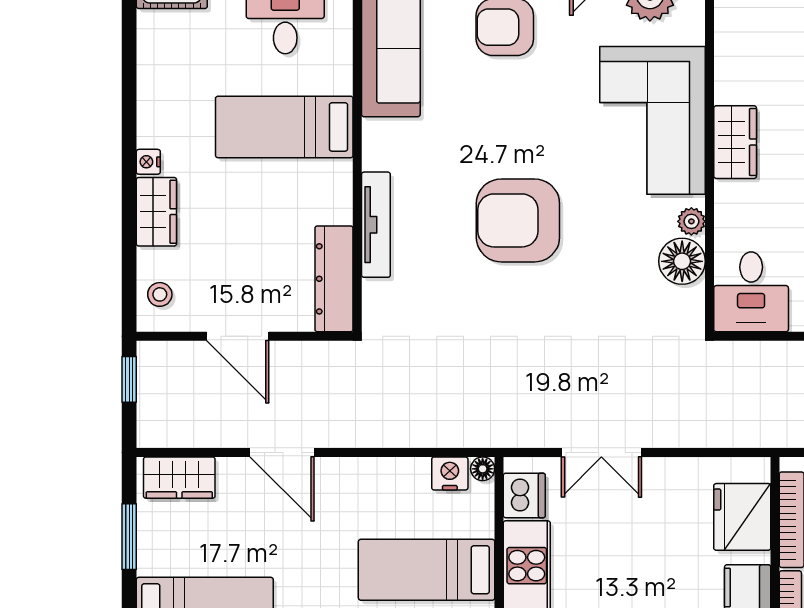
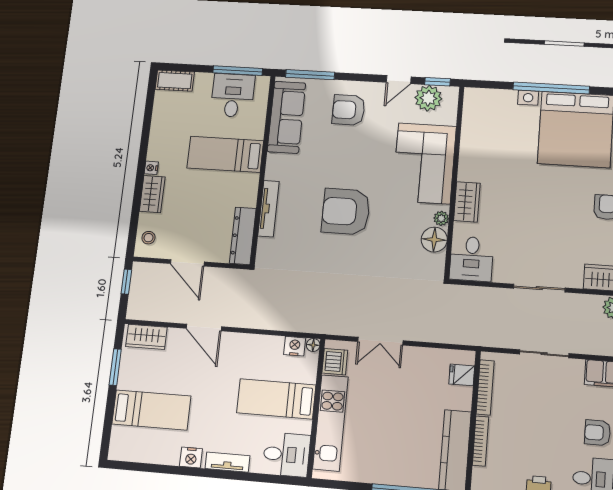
wardrobe: (735, 142) -> (467, 202), moved
fridge: (742, 517) -> (462, 375), width x0.53, depth x0.75

